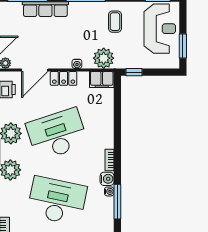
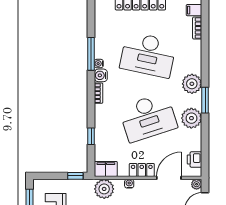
window: (117, 114) -> (91, 136), added

